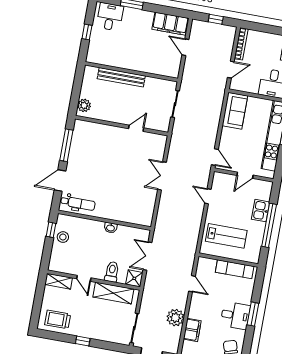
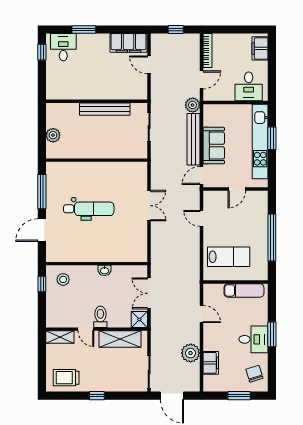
window: (87, 32) -> (42, 52), moved
bench: (121, 77) -> (105, 109), moved
plant: (218, 91) -> (193, 105), added
plant: (84, 105) -> (53, 135), moved
sofa: (235, 111) -> (214, 146), moved
bench: (214, 123) -> (193, 139), added
door: (136, 128) -> (112, 160), removed
door: (215, 157) -> (201, 176), swing flipped
double door: (162, 176) -> (149, 206), swing flipped
dental chair: (78, 203) -> (89, 209), moved, width x1.36, depth x1.38
kitchen sink: (260, 211) -> (260, 223), removed
stool: (63, 237) -> (63, 279), moved
toilet: (112, 272) -> (100, 317), moved

